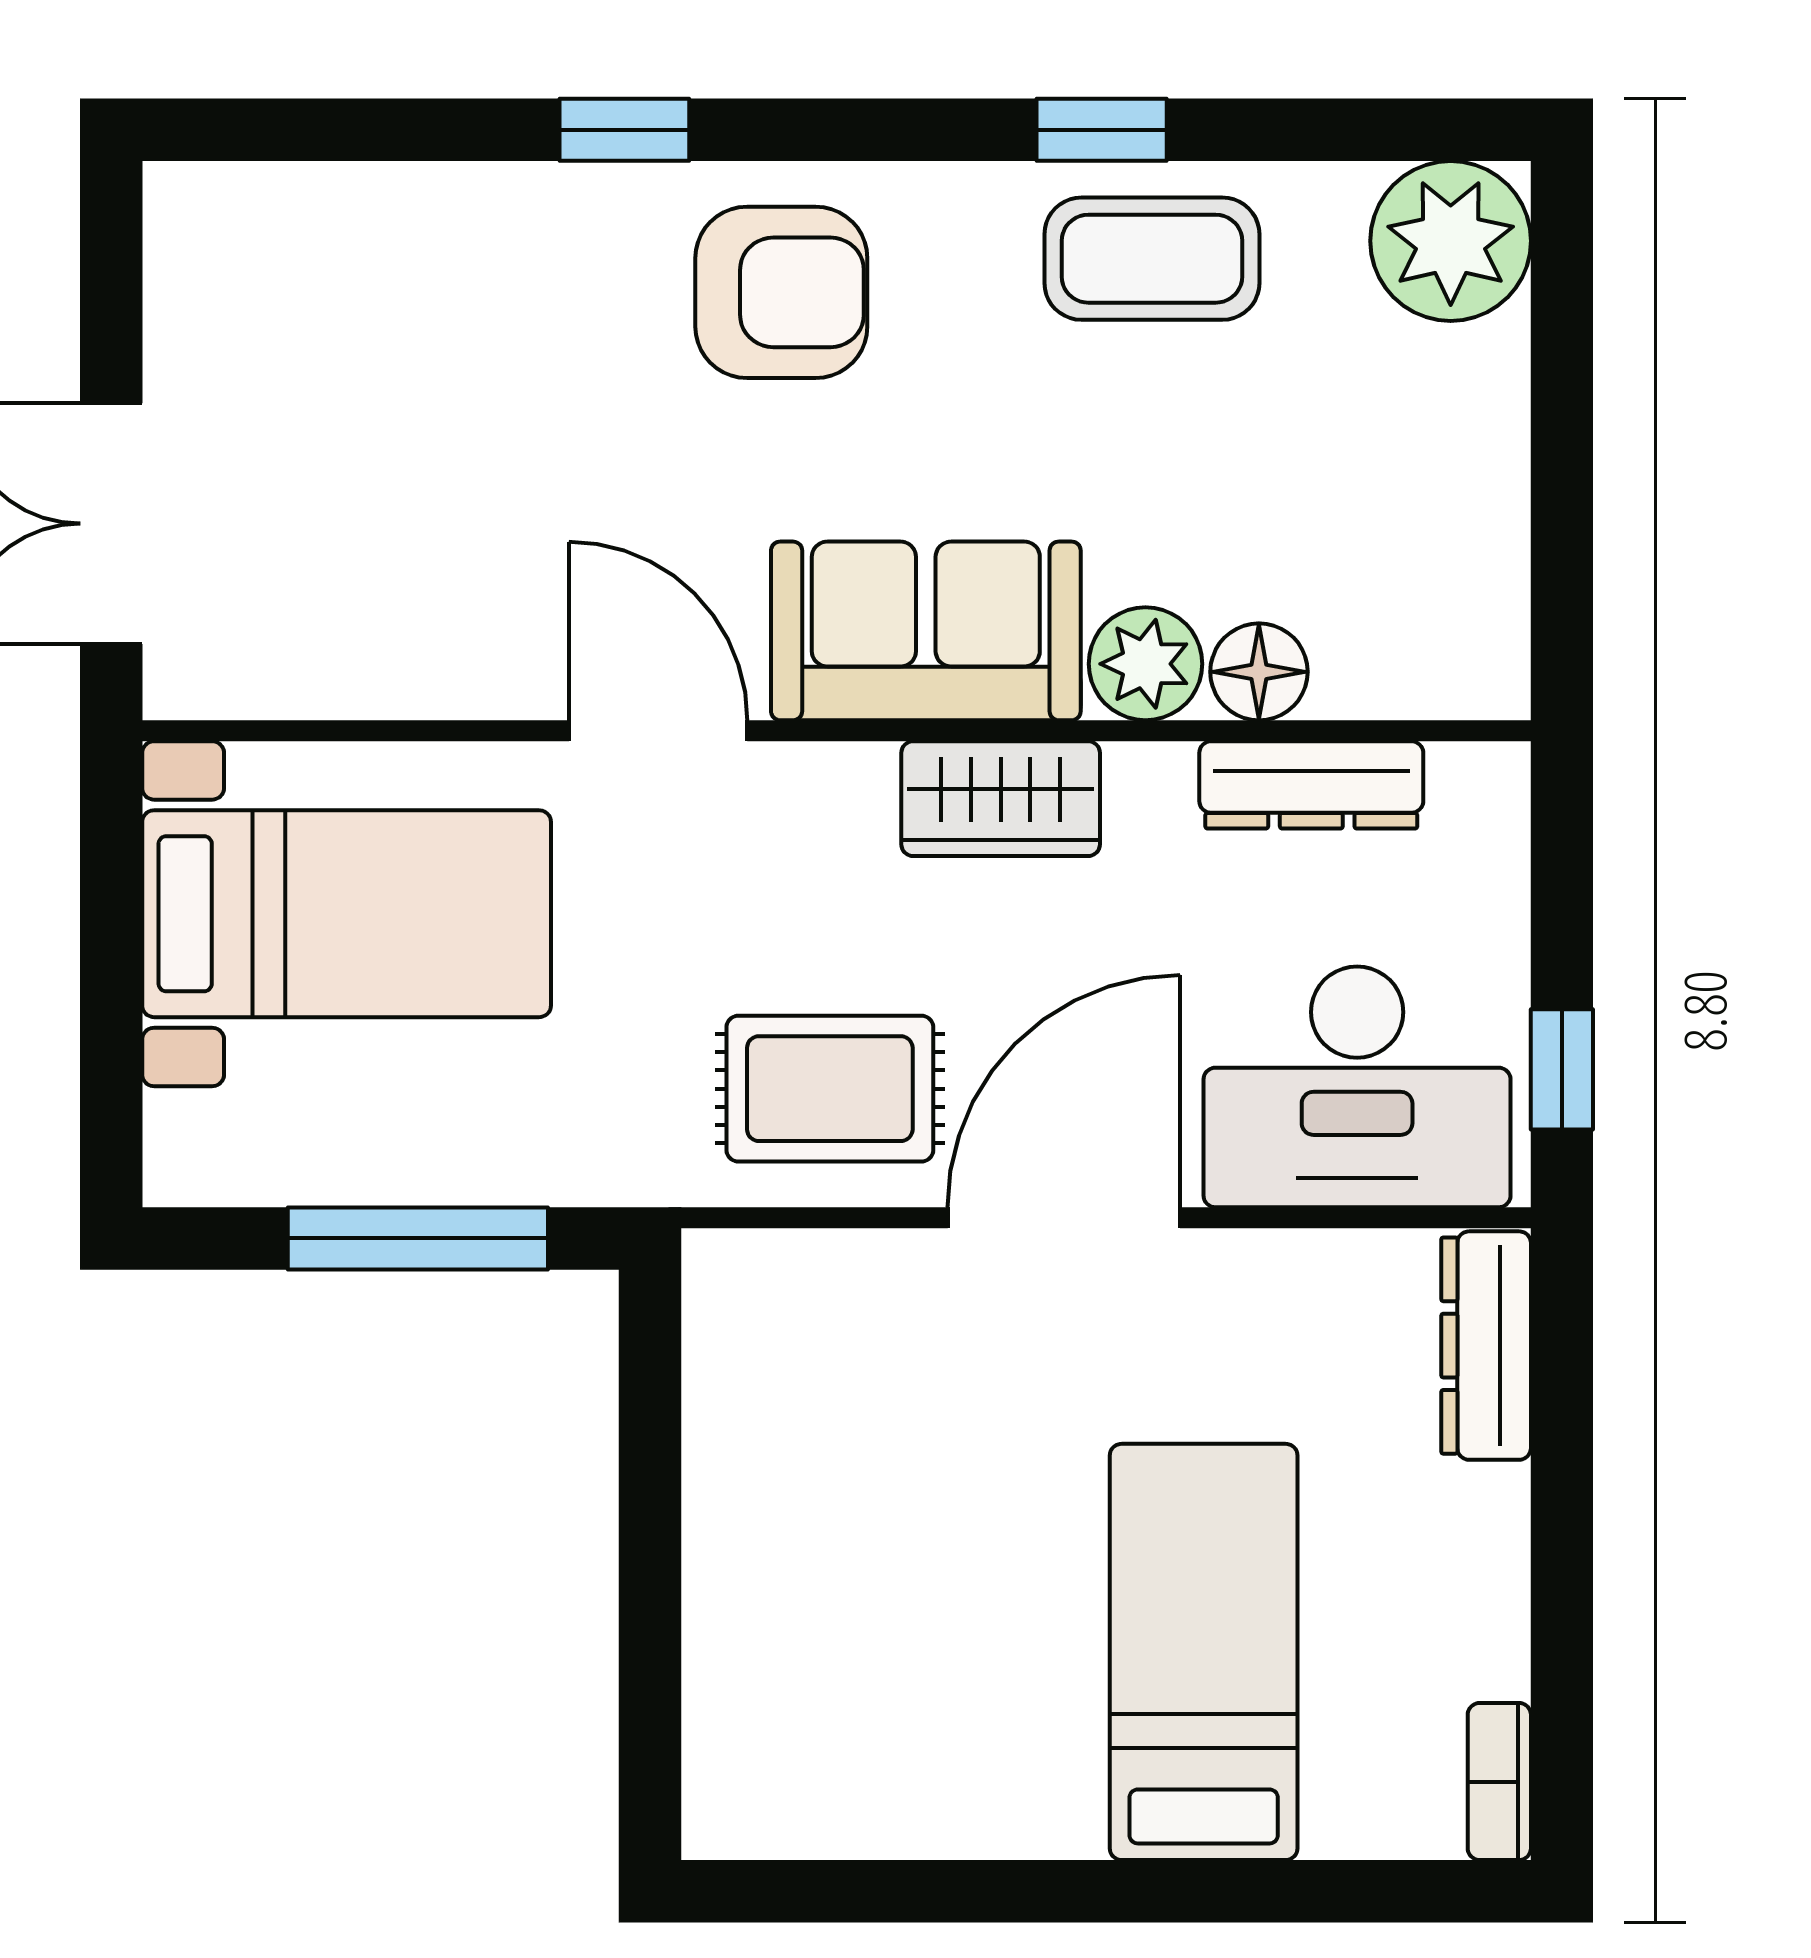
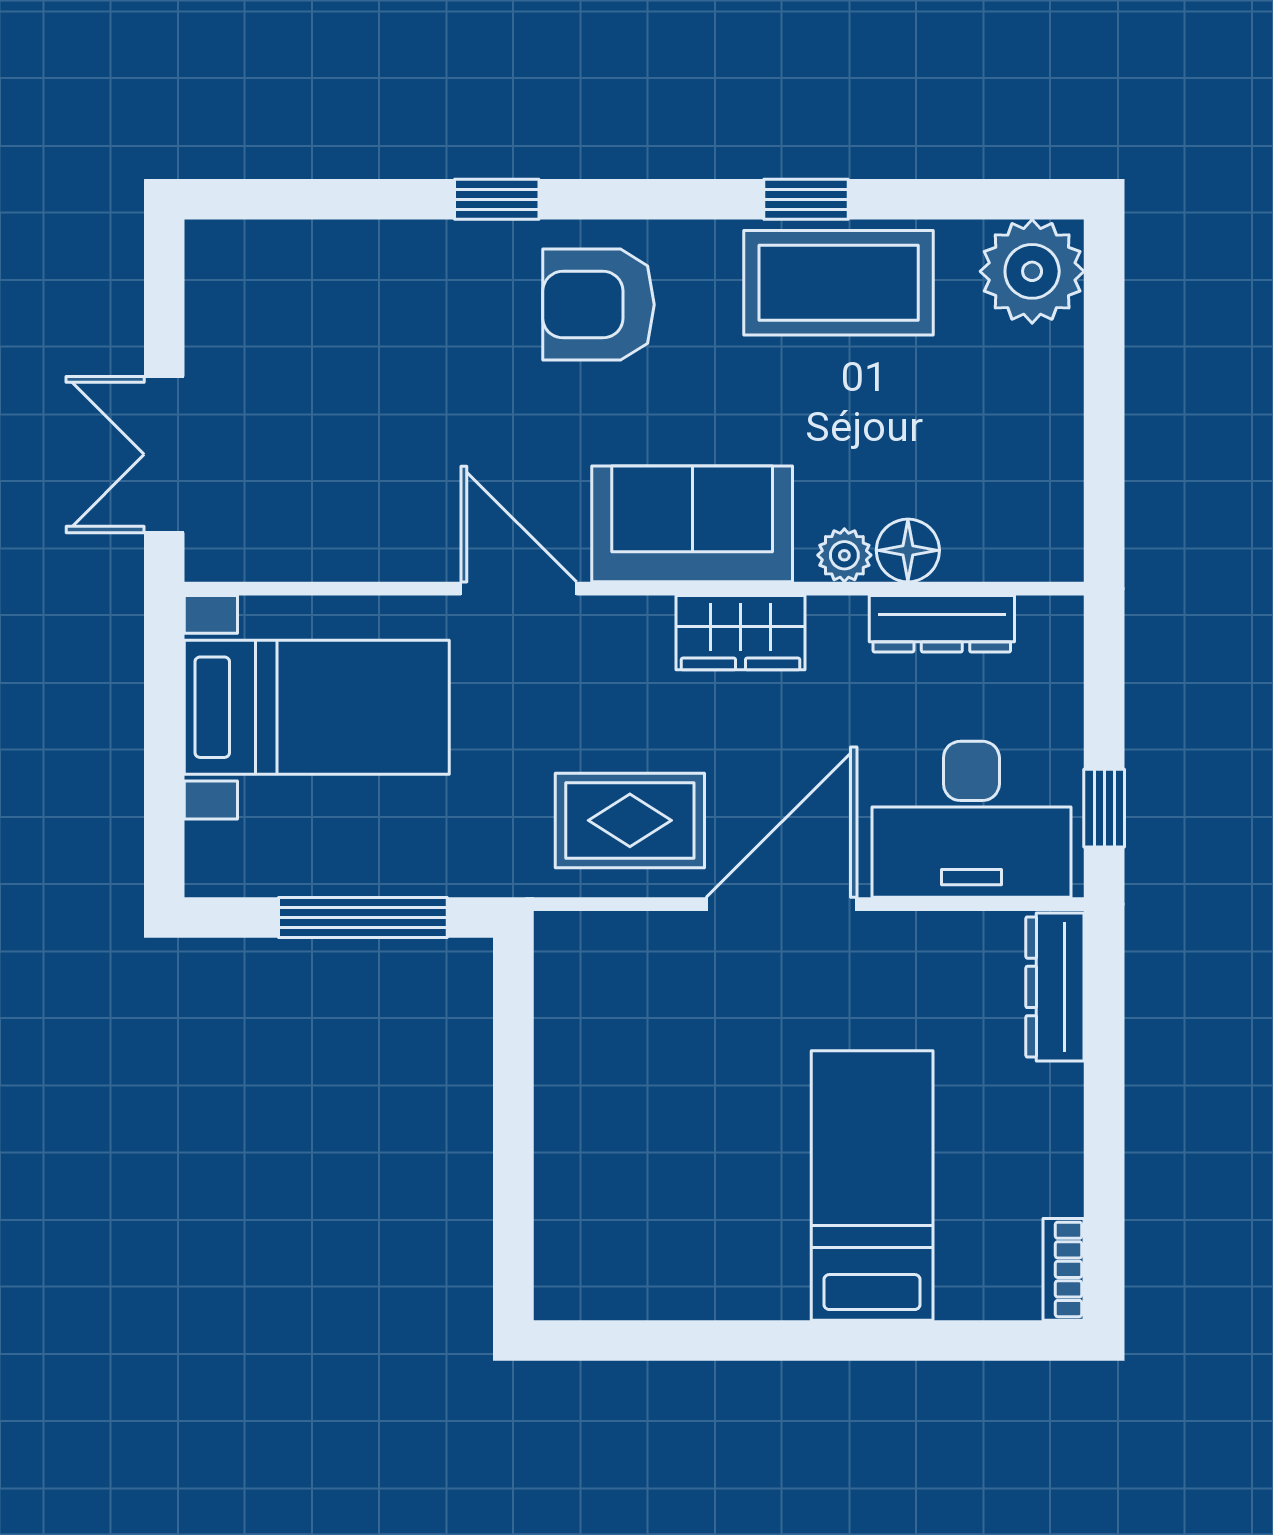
coffee table: (1152, 259) -> (839, 283), width x1.36, depth x1.32
armchair: (781, 292) -> (598, 305), turned 180
plant: (1145, 664) -> (844, 555), width x0.73, depth x0.73

